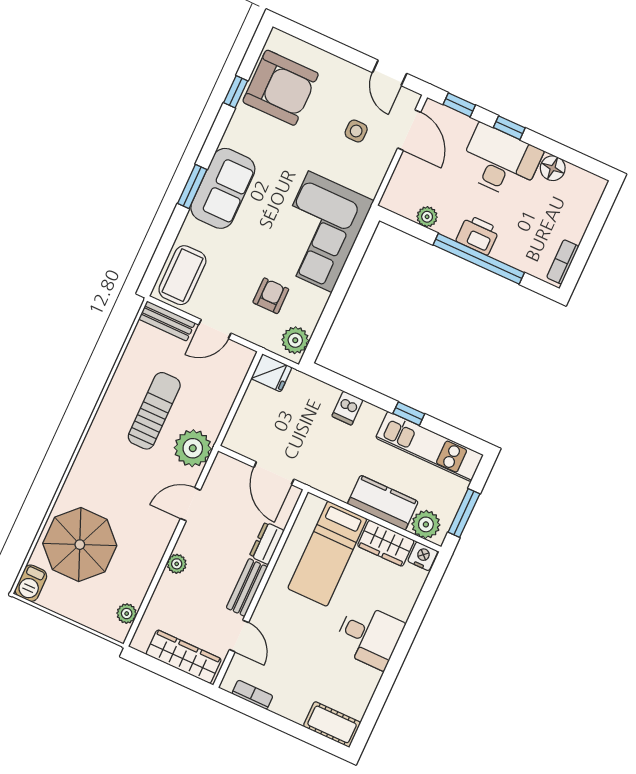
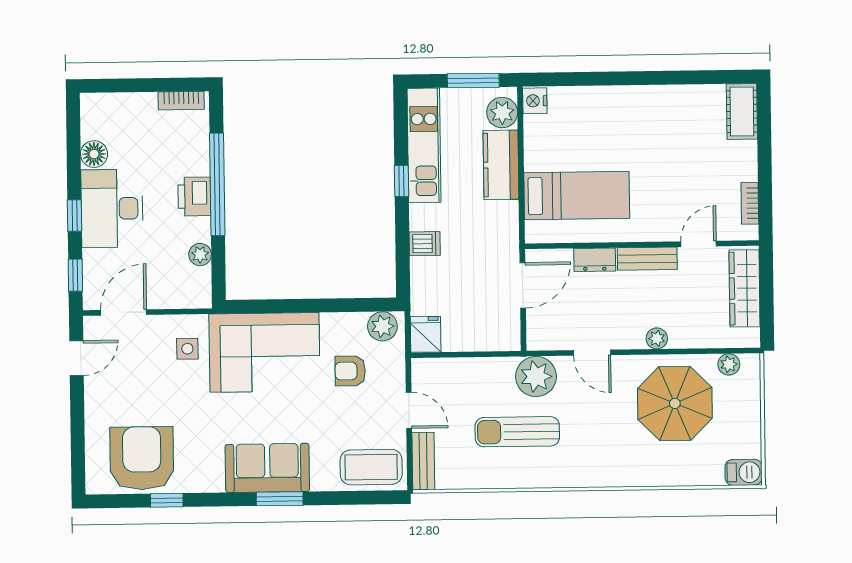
side table: (356, 131) -> (187, 349), moved
wardrobe: (386, 543) -> (539, 143), removed
parasol: (80, 545) -> (675, 403), moved
desk: (369, 636) -> (638, 116), removed

